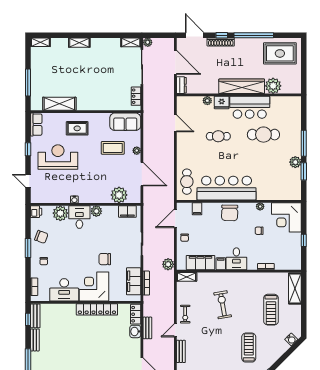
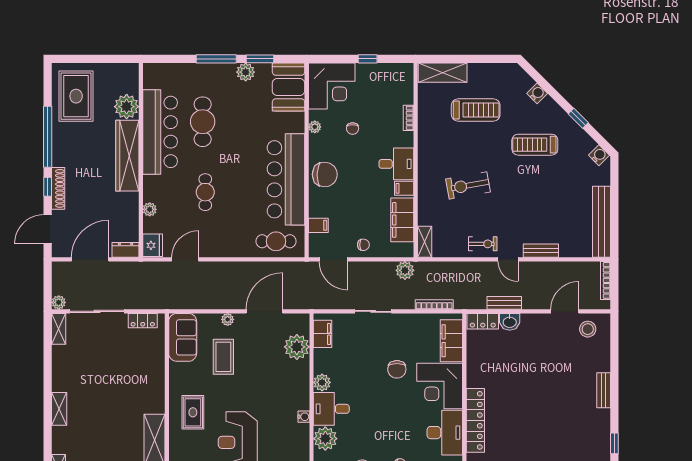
fridge: (222, 102) -> (153, 245), moved
bar counter: (250, 107) -> (160, 132), width x1.36
booth: (286, 190) -> (289, 87), added
filing cabinet: (134, 281) -> (451, 341), moved, turned 90
locker: (97, 309) -> (475, 420), moved
water cooler: (291, 339) -> (537, 93), moved

